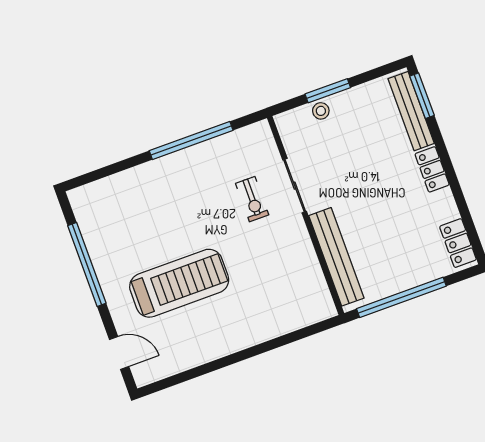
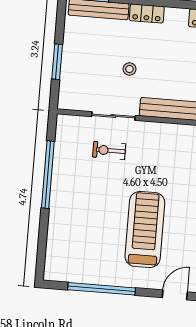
stool: (321, 111) -> (129, 69), moved
exercise bike: (252, 199) -> (109, 150), turned 180

